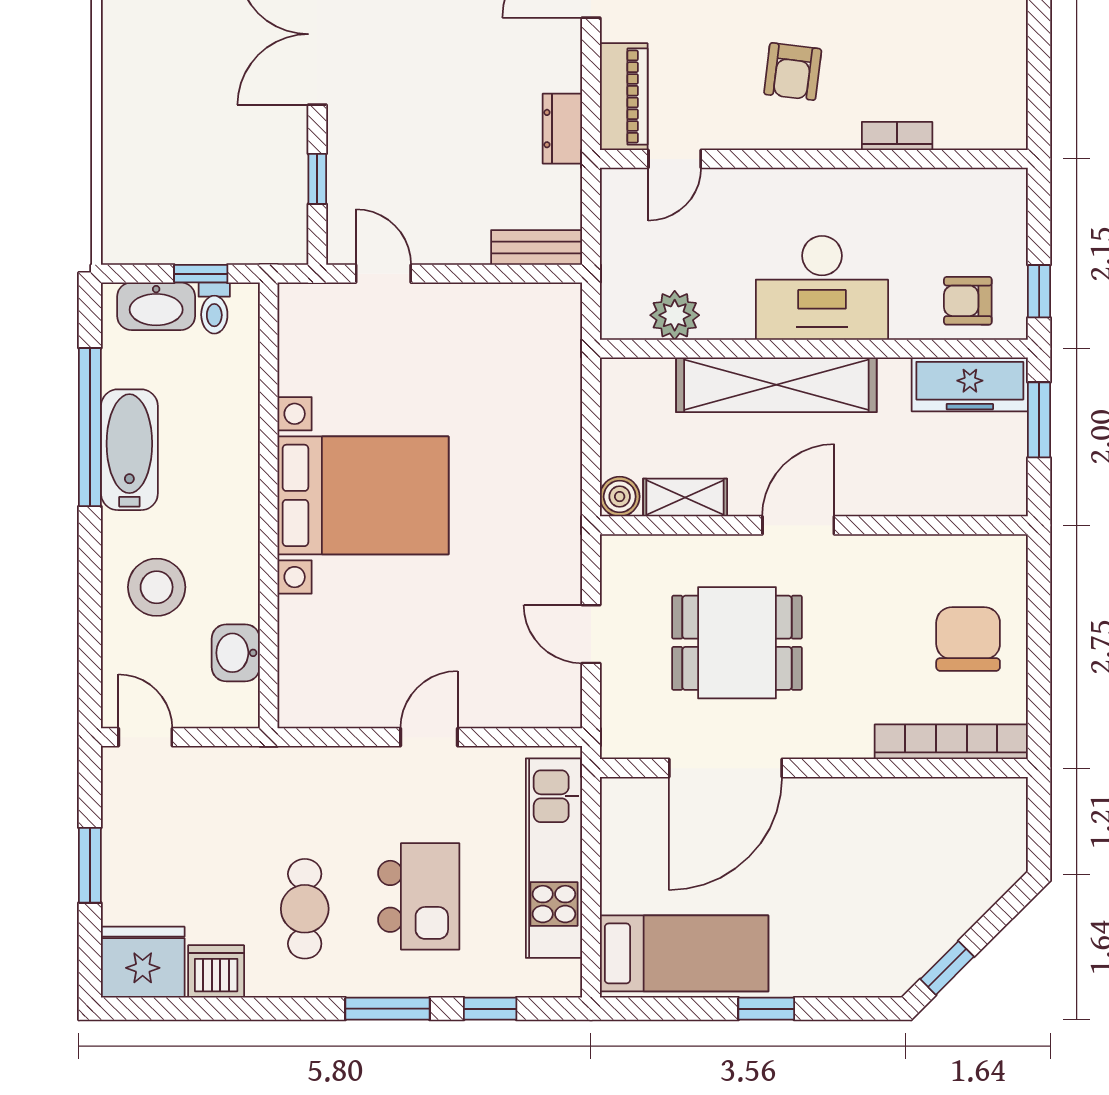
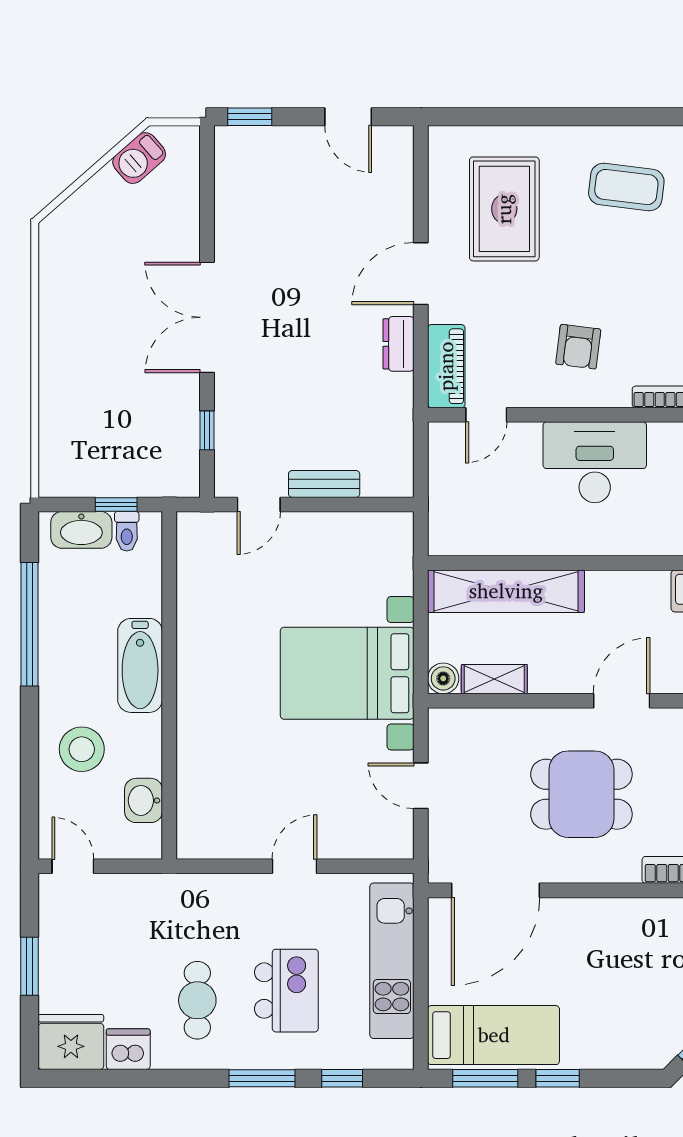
dresser: (562, 129) -> (398, 344), moved
bench: (537, 247) -> (324, 484), moved
door: (383, 274) -> (259, 504), swing flipped
desk: (822, 288) -> (595, 462), moved, turned 180
plant: (675, 315) -> (486, 537), removed
shelving: (776, 385) -> (506, 591), moved
bathtub: (129, 450) -> (140, 665), moved, turned 180
bed with nightstands: (363, 495) -> (347, 673), moved, turned 180
door: (798, 525) -> (622, 701), moved
dining table: (737, 643) -> (581, 794), moved
door: (726, 768) -> (495, 890), moved
window: (674, 1009) -> (485, 1078), added

